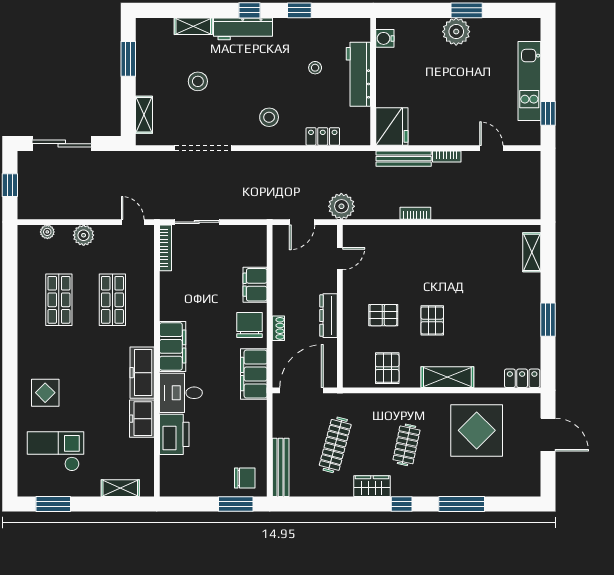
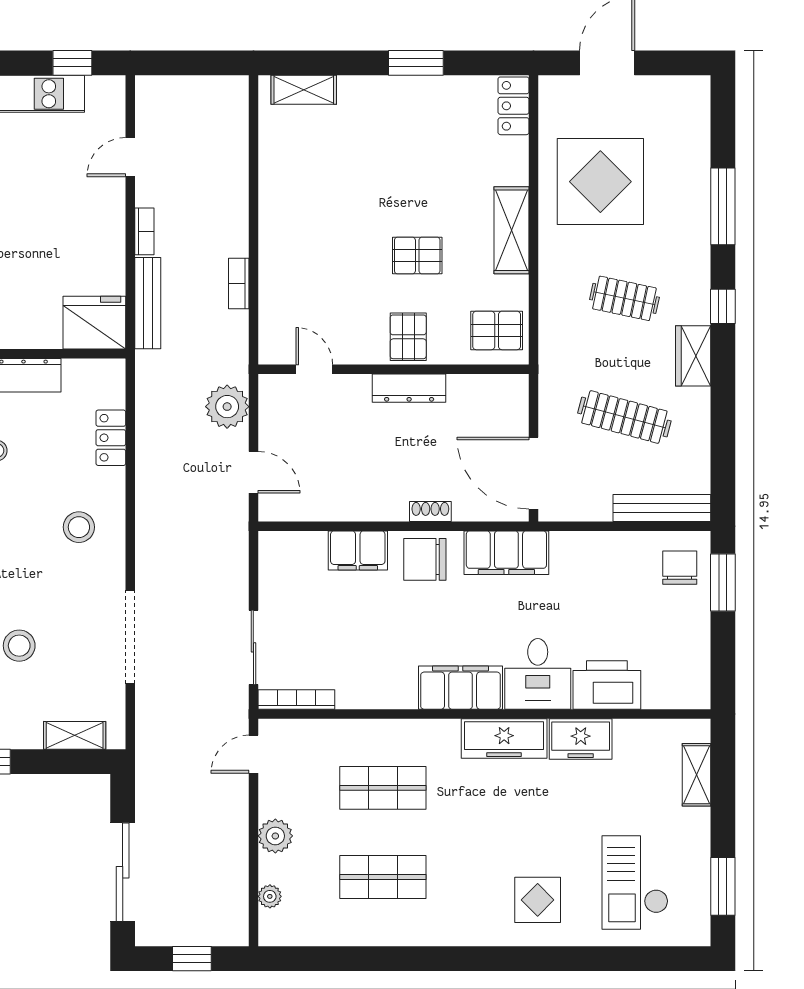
door: (340, 259) -> (314, 369), moved
wall: (340, 306) -> (394, 369), moved
dresser: (329, 316) -> (409, 388), moved

